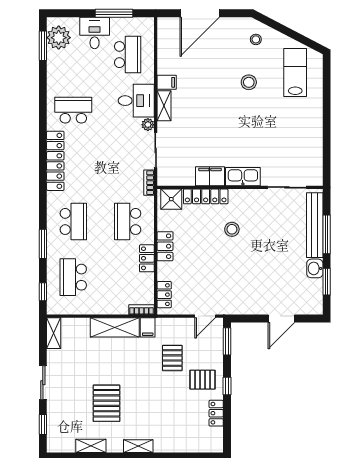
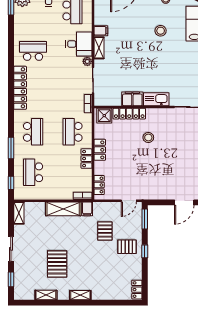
locker: (216, 413) -> (137, 290), moved

